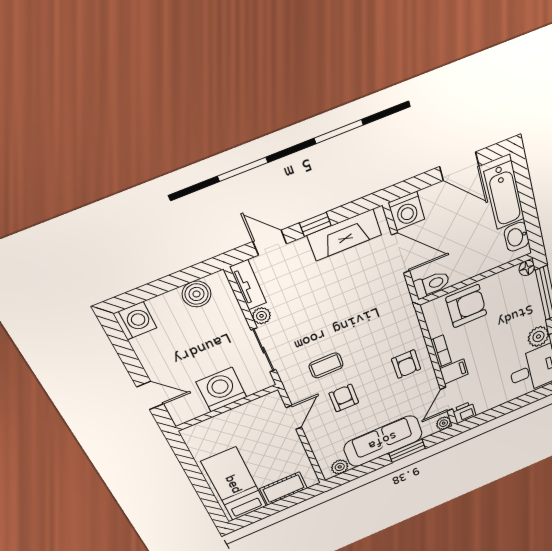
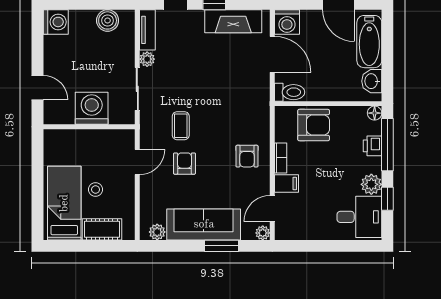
coffee table: (326, 365) -> (181, 126), turned 90
printer: (464, 412) -> (373, 146), moved, turned -90
stool: (261, 459) -> (96, 190), added

